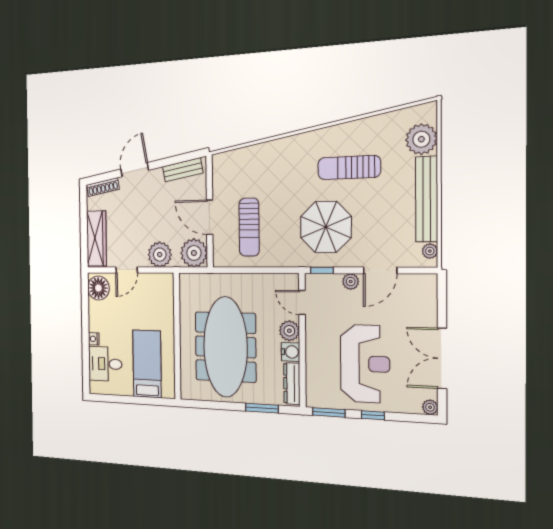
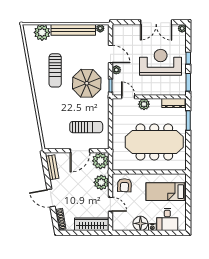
floor lamp: (98, 288) -> (140, 223), moved
armchair: (156, 294) -> (124, 185), added
door: (302, 303) -> (128, 97), swing flipped
water cooler: (290, 352) -> (156, 104), removed

